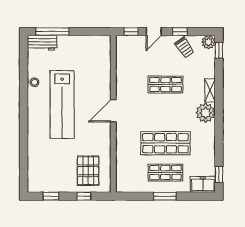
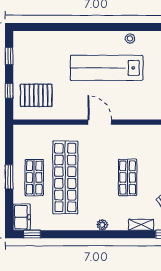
shelving: (210, 90) -> (141, 225), moved
plant: (206, 113) -> (102, 225), width x0.53, depth x0.53
shop shelf: (165, 143) -> (65, 177), width x1.40

